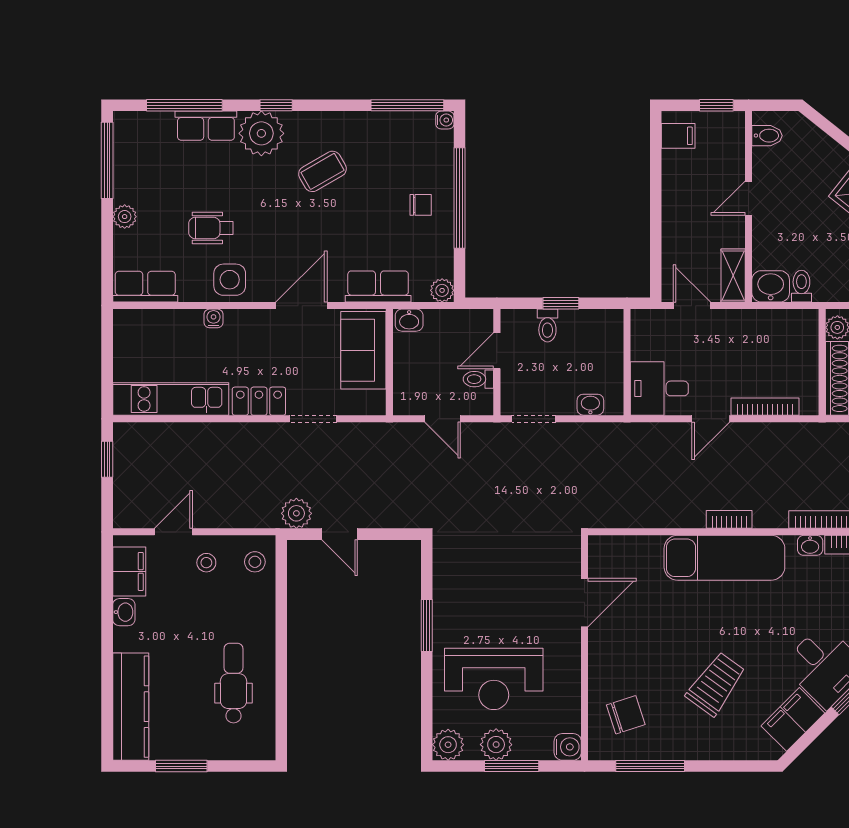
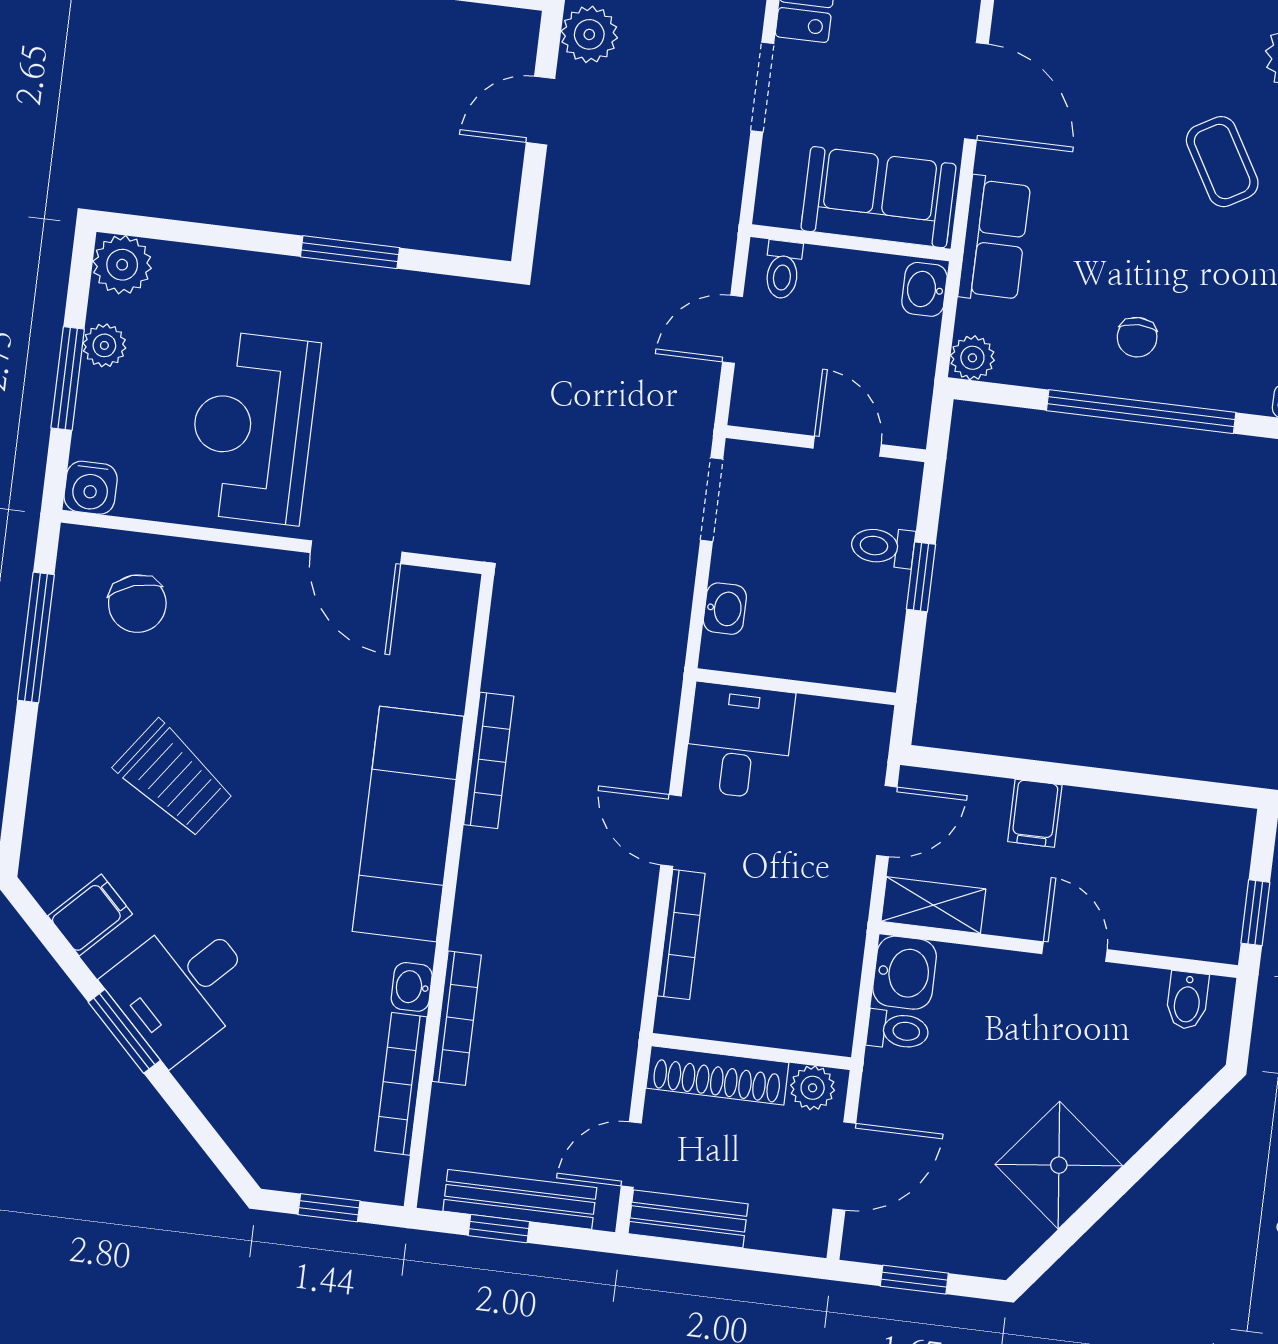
filing cabinet: (678, 136) -> (1035, 813), moved
toilet: (478, 379) -> (783, 270), moved, turned 180
bookcase: (729, 519) -> (489, 760), moved, width x1.56
reception desk: (494, 679) -> (253, 428), moved
filing cabinet: (793, 719) -> (90, 915), width x0.50
plant: (496, 745) -> (104, 345), width x0.73, depth x0.73

